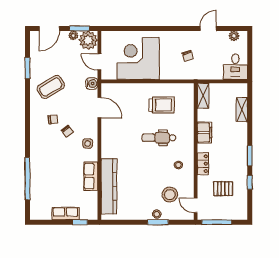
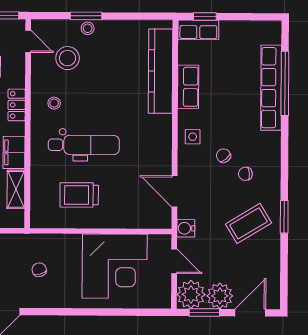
plant: (73, 35) -> (220, 296), width x1.88, depth x1.88
window: (27, 68) -> (284, 217), moved
shelving: (203, 96) -> (16, 189), moved
dental chair: (159, 138) -> (84, 145), width x1.36, depth x1.38
row of seats: (36, 176) -> (271, 88), added
row of seats: (66, 213) -> (198, 30), moved

